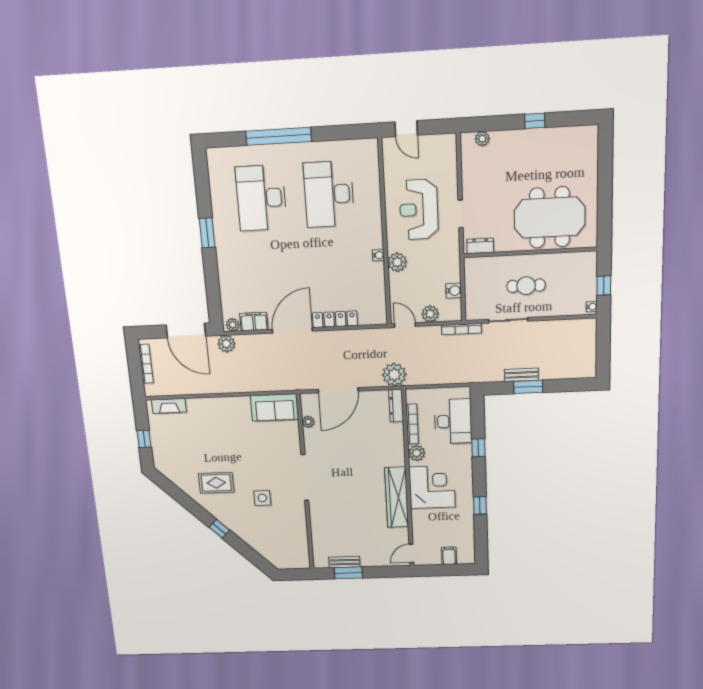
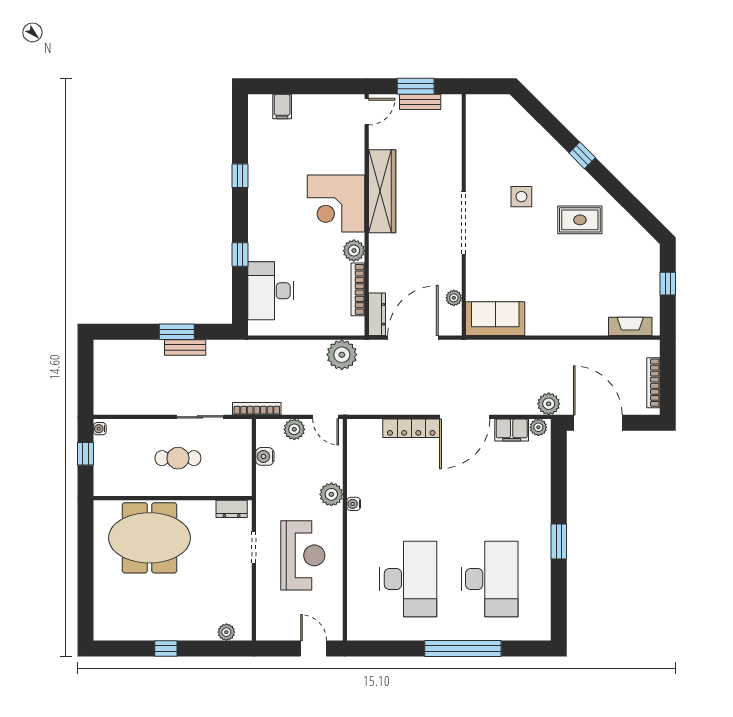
dresser: (396, 406) -> (377, 314), moved
bookcase: (412, 424) -> (358, 289), moved
plant: (417, 453) -> (354, 251), moved
wall: (408, 480) -> (367, 215), moved
corner desk: (432, 487) -> (336, 203), moved
wardrobe: (397, 497) -> (382, 191), moved
door: (411, 553) -> (367, 112), moved

